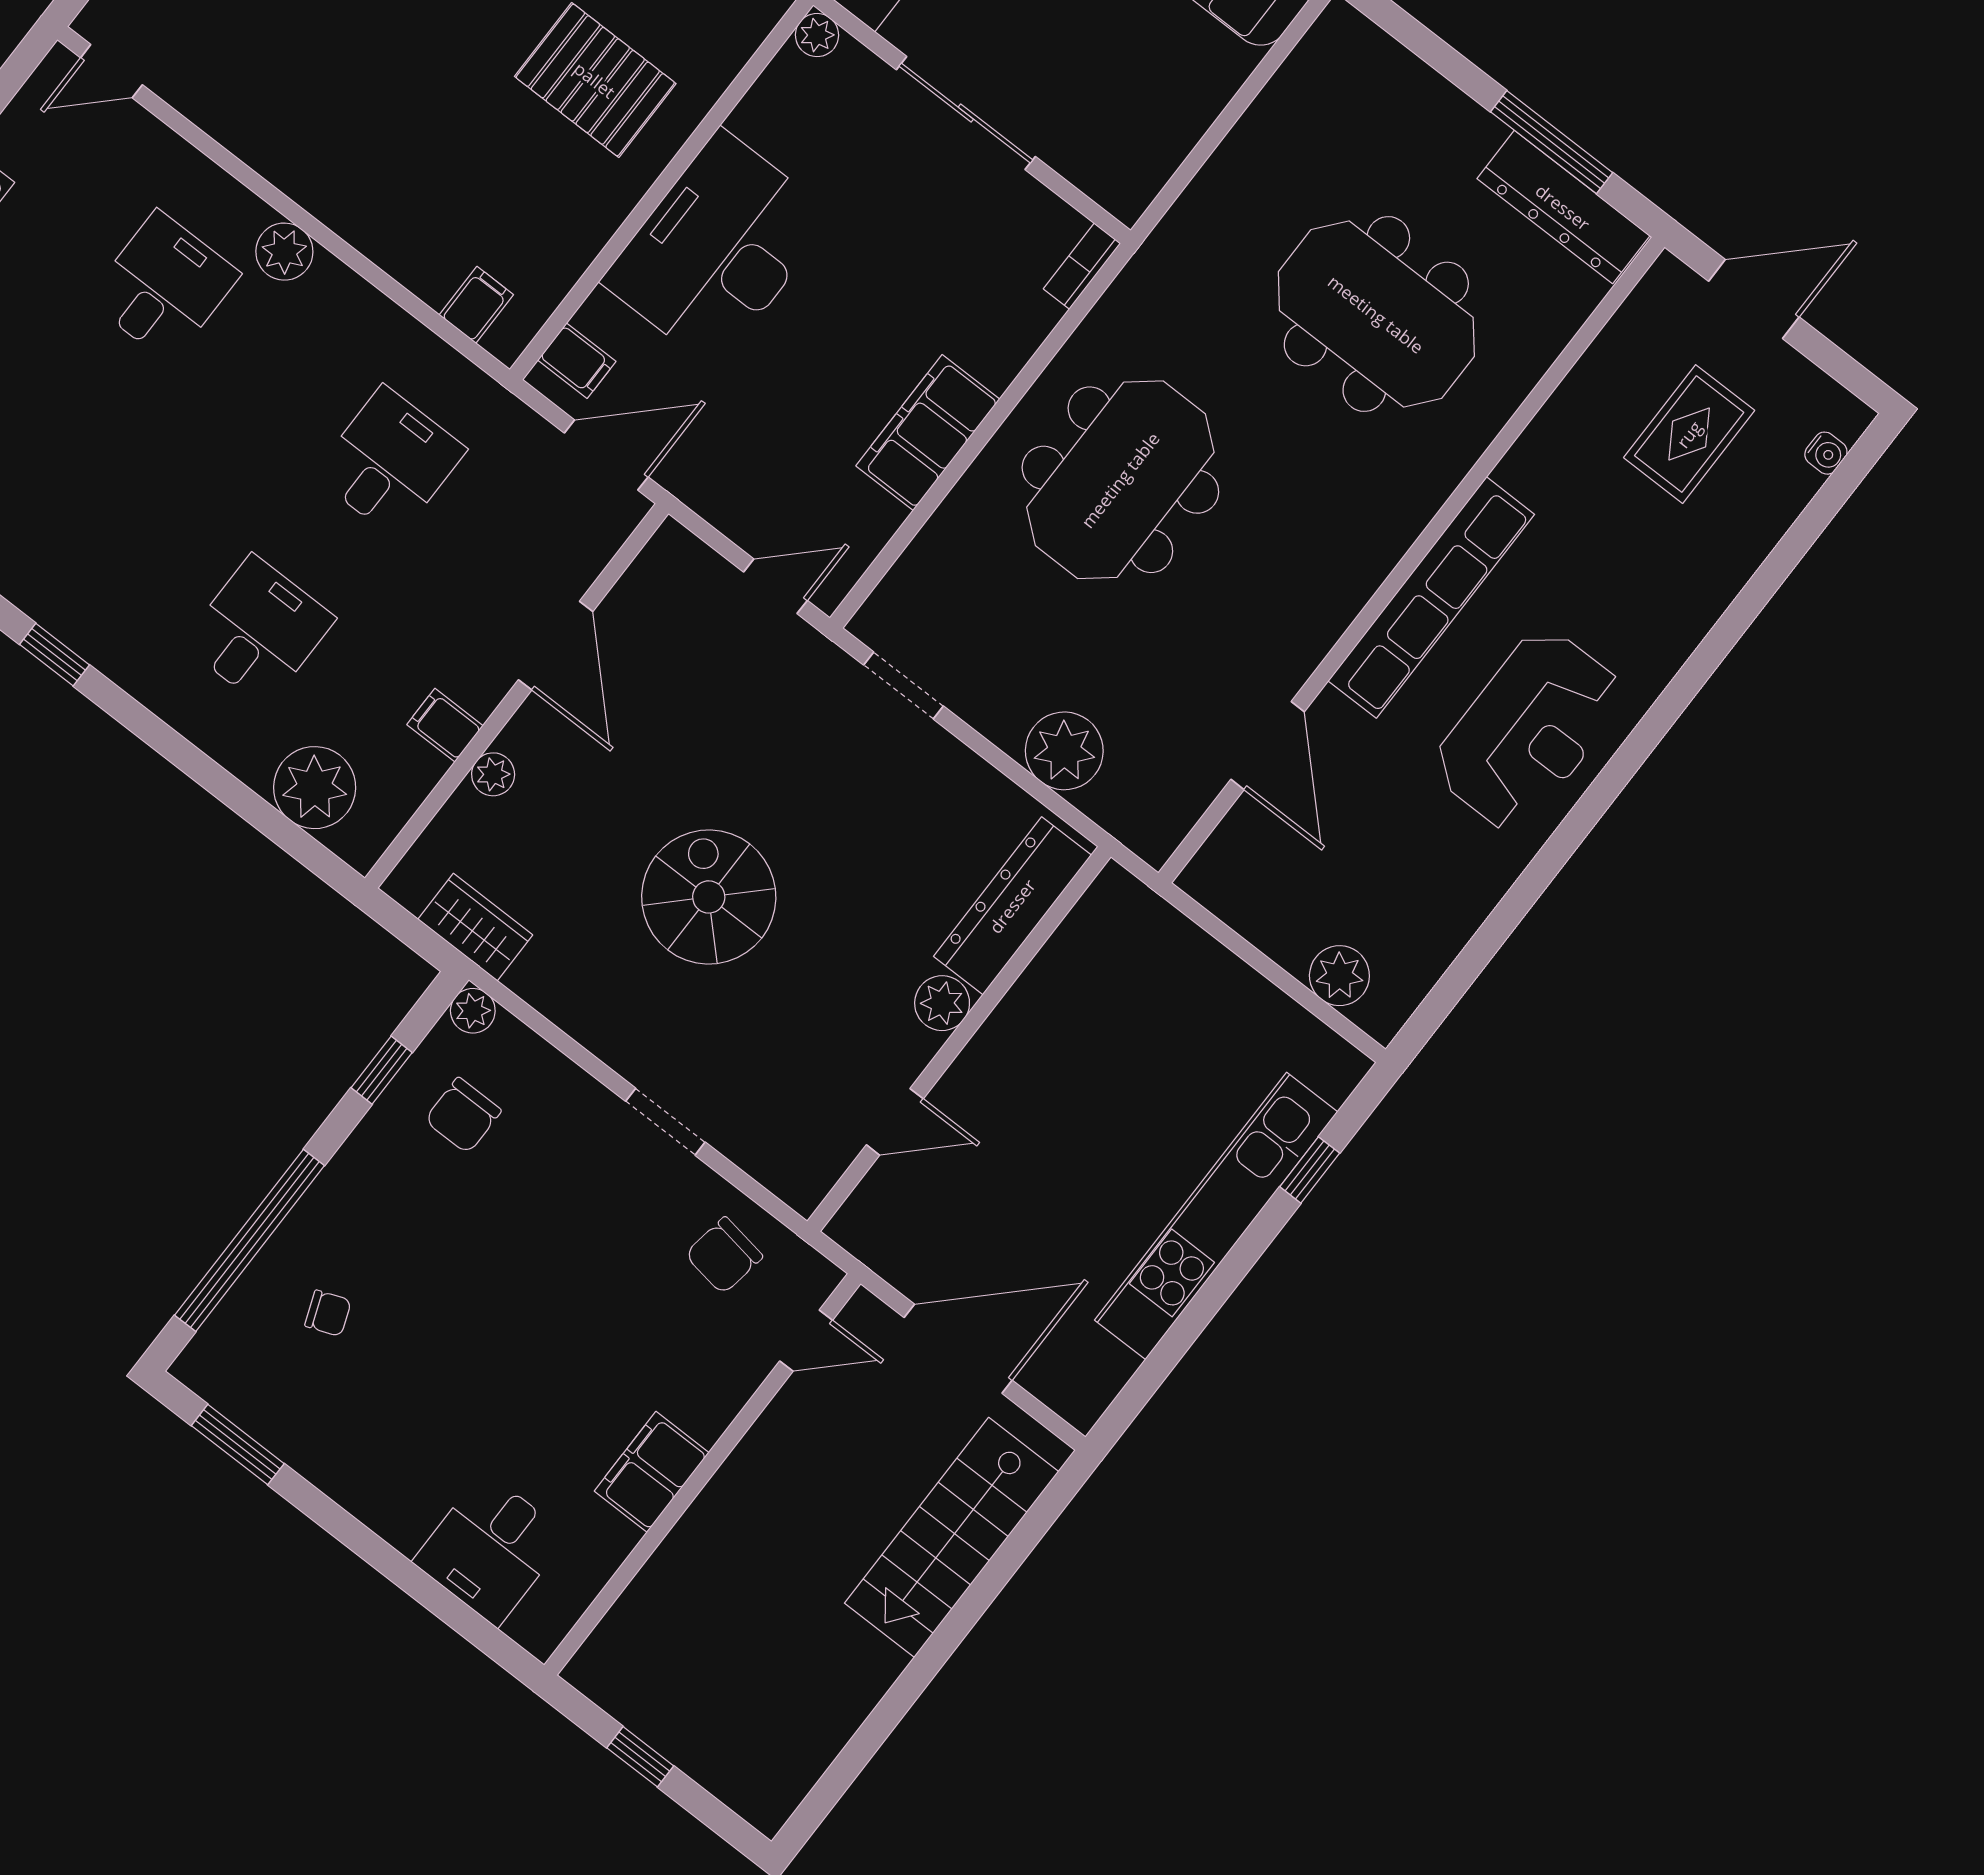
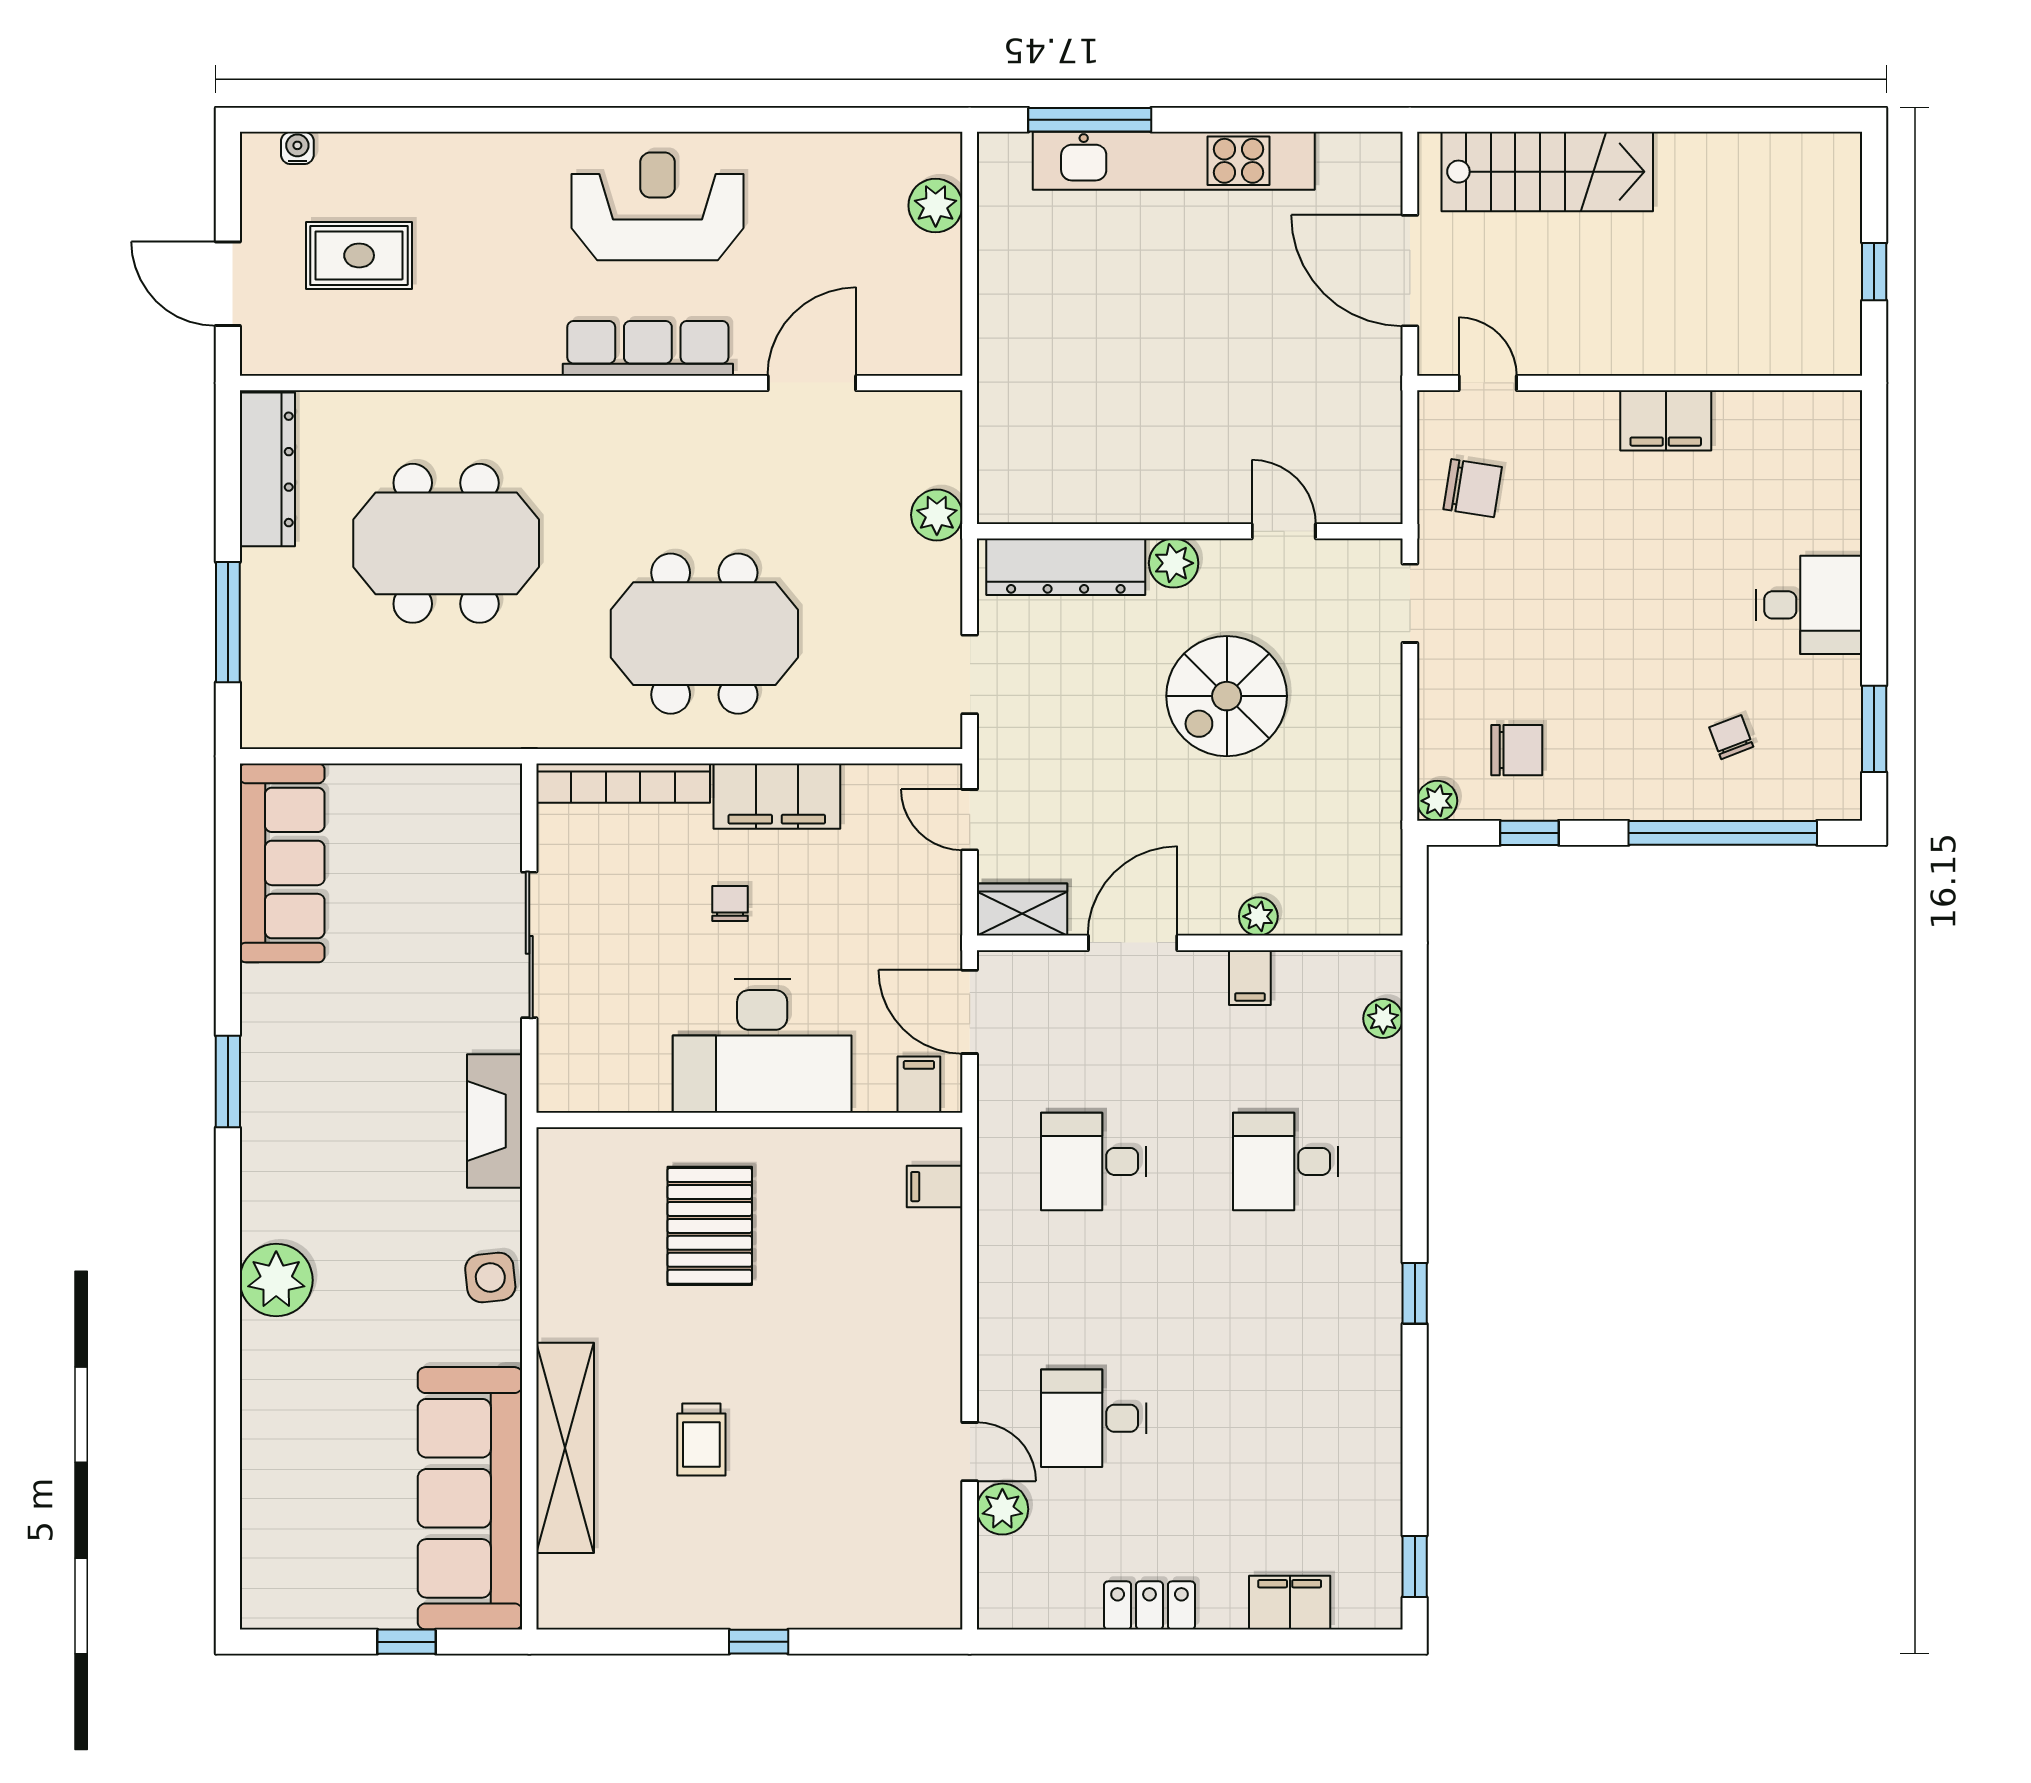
plant: (817, 35) -> (556, 1093), removed
door: (111, 71) -> (970, 1452), moved
window: (1552, 142) -> (228, 622), moved
plant: (284, 252) -> (1002, 1509), moved
bookcase: (1082, 266) -> (623, 783), width x2.31, depth x1.31
meeting table: (1376, 314) -> (446, 543), turned 90
chair: (865, 318) -> (730, 904), added
row of seats: (1431, 598) -> (648, 348), width x0.73
plant: (1064, 751) -> (937, 515), width x0.73, depth x0.73
plant: (315, 788) -> (1383, 1019), width x0.53, depth x0.53
dresser: (1012, 906) -> (1066, 567), moved
wardrobe: (475, 927) -> (1022, 910), moved, turned 90
plant: (942, 1003) -> (1174, 563), moved
wall: (959, 1039) -> (1190, 531), moved
door: (895, 1122) -> (1284, 531), moved
window: (1310, 1170) -> (1090, 120), width x2.17
desk: (490, 1549) -> (1809, 605), moved

